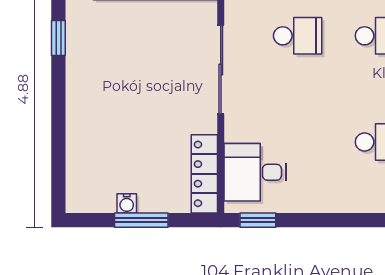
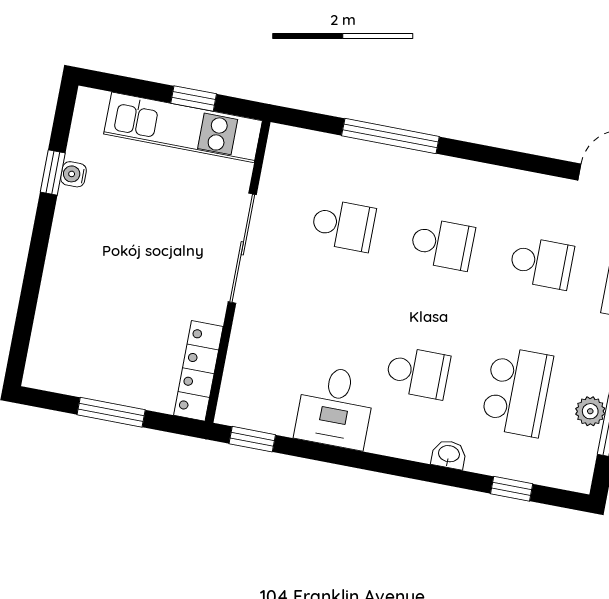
desk: (255, 172) -> (335, 407), moved, turned -90
water cooler: (127, 203) -> (73, 174), moved, turned 90

